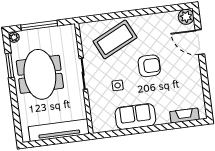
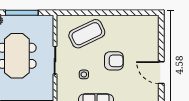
plant: (186, 17) -> (152, 22), removed
door: (200, 42) -> (161, 73), moved

